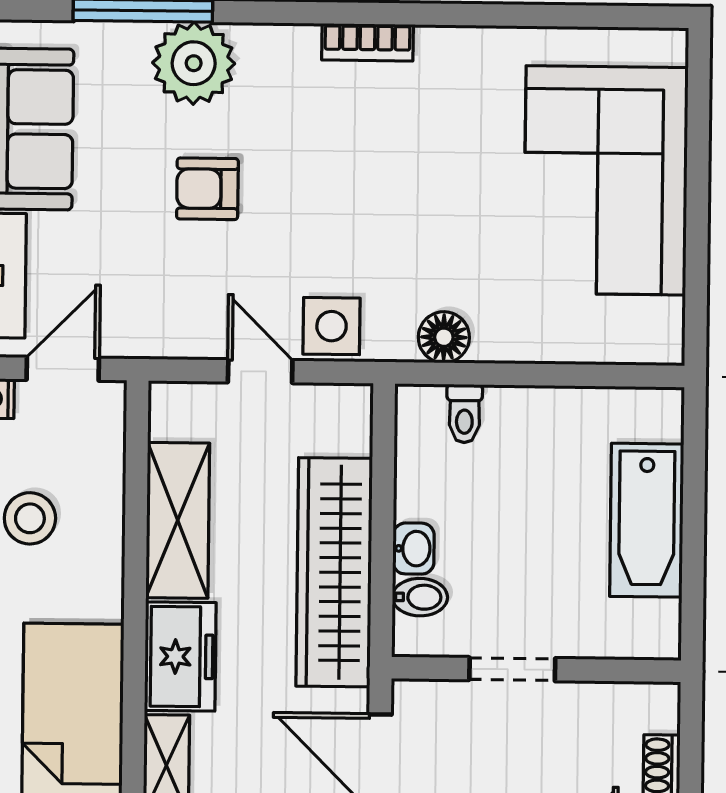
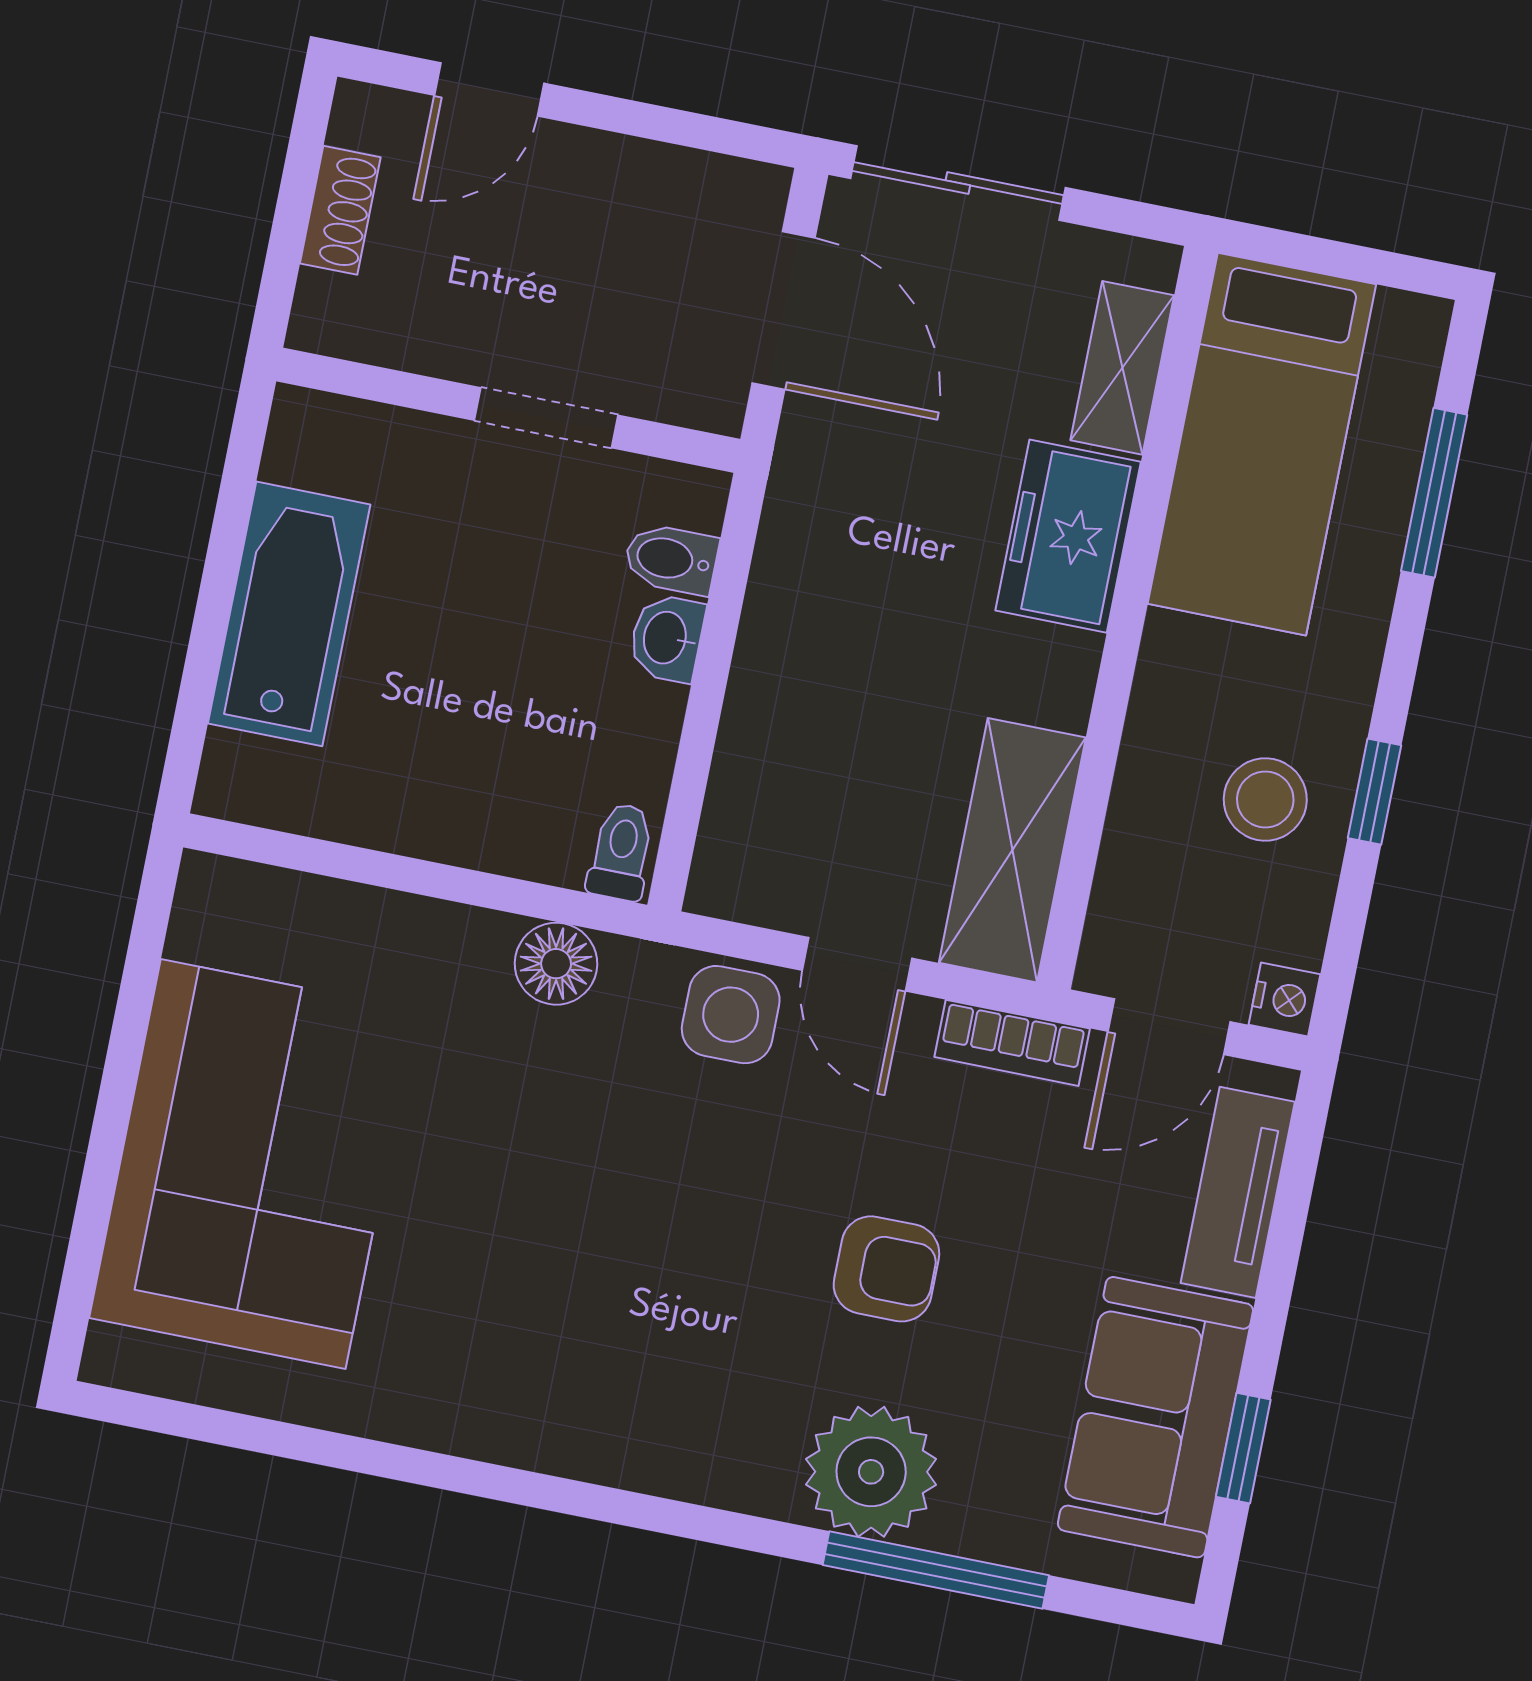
bookcase: (367, 42) -> (1012, 1043), moved, turned 180
toilet: (464, 414) -> (621, 852), moved
shelving: (178, 520) -> (1012, 850), moved
wardrobe: (334, 572) -> (799, 624), removed

